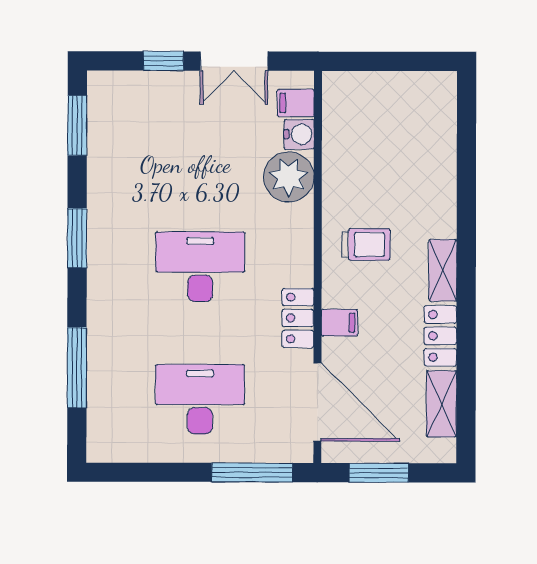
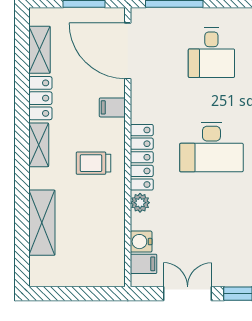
shelving: (438, 161) -> (42, 223), added
plant: (289, 177) -> (140, 203), width x0.53, depth x0.53
locker: (298, 318) -> (142, 157), moved, width x1.53
desk: (200, 399) -> (211, 53), width x0.73

